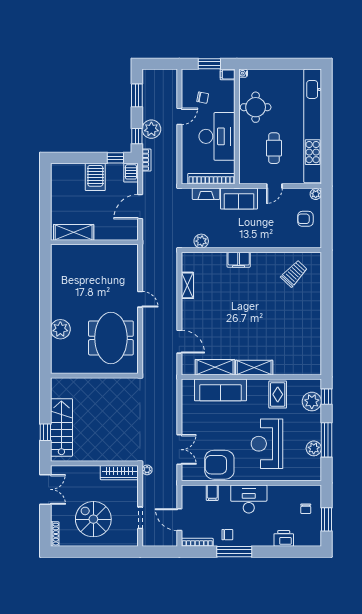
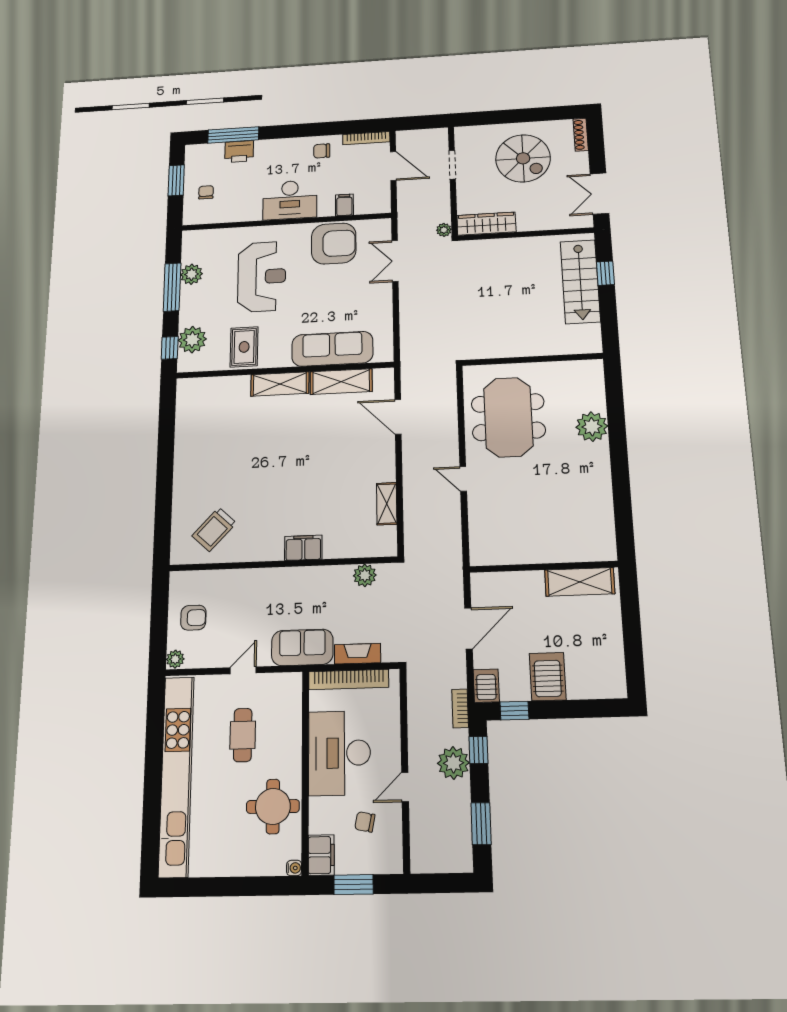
filing cabinet: (228, 74) -> (321, 855), width x2.00
window: (234, 552) -> (233, 135), moved

